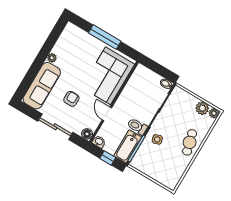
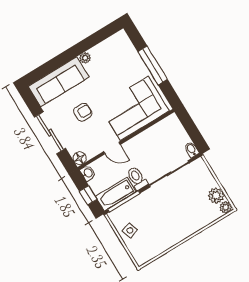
door: (107, 114) -> (112, 148), swing flipped
side table: (157, 139) -> (130, 230), moved
cafe table: (190, 142) -> (183, 225), removed

